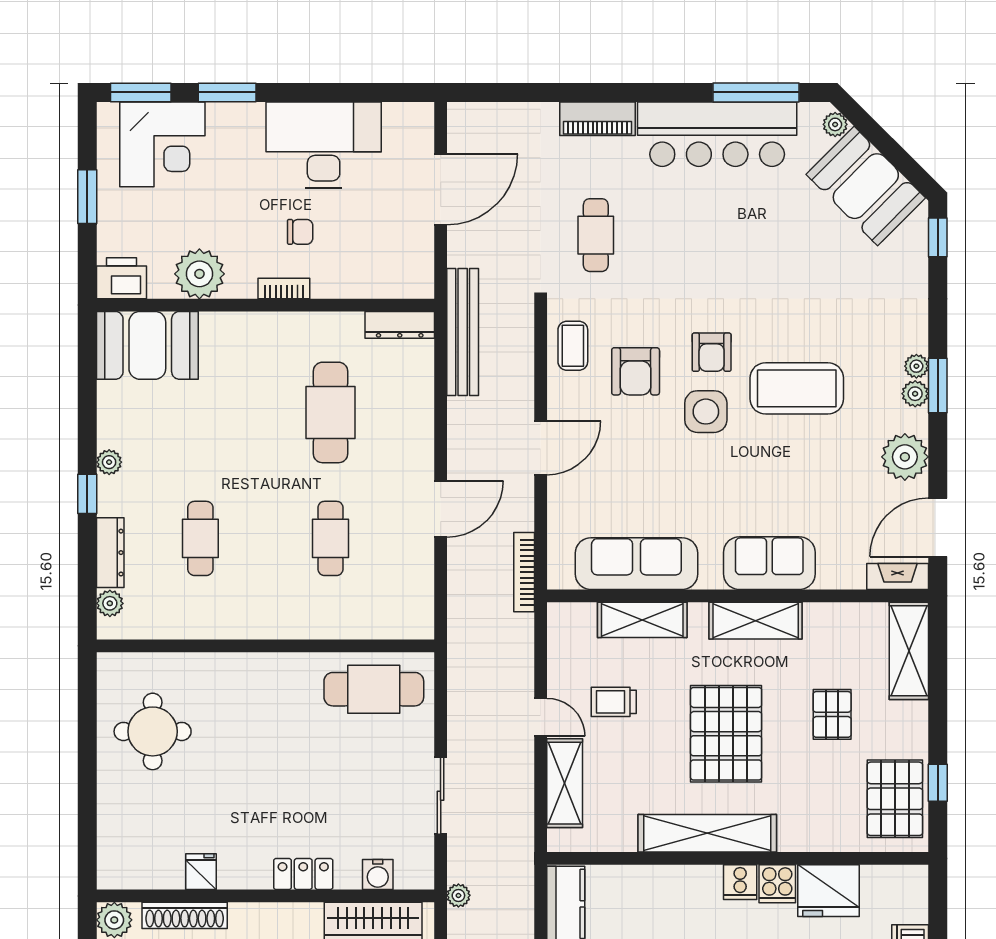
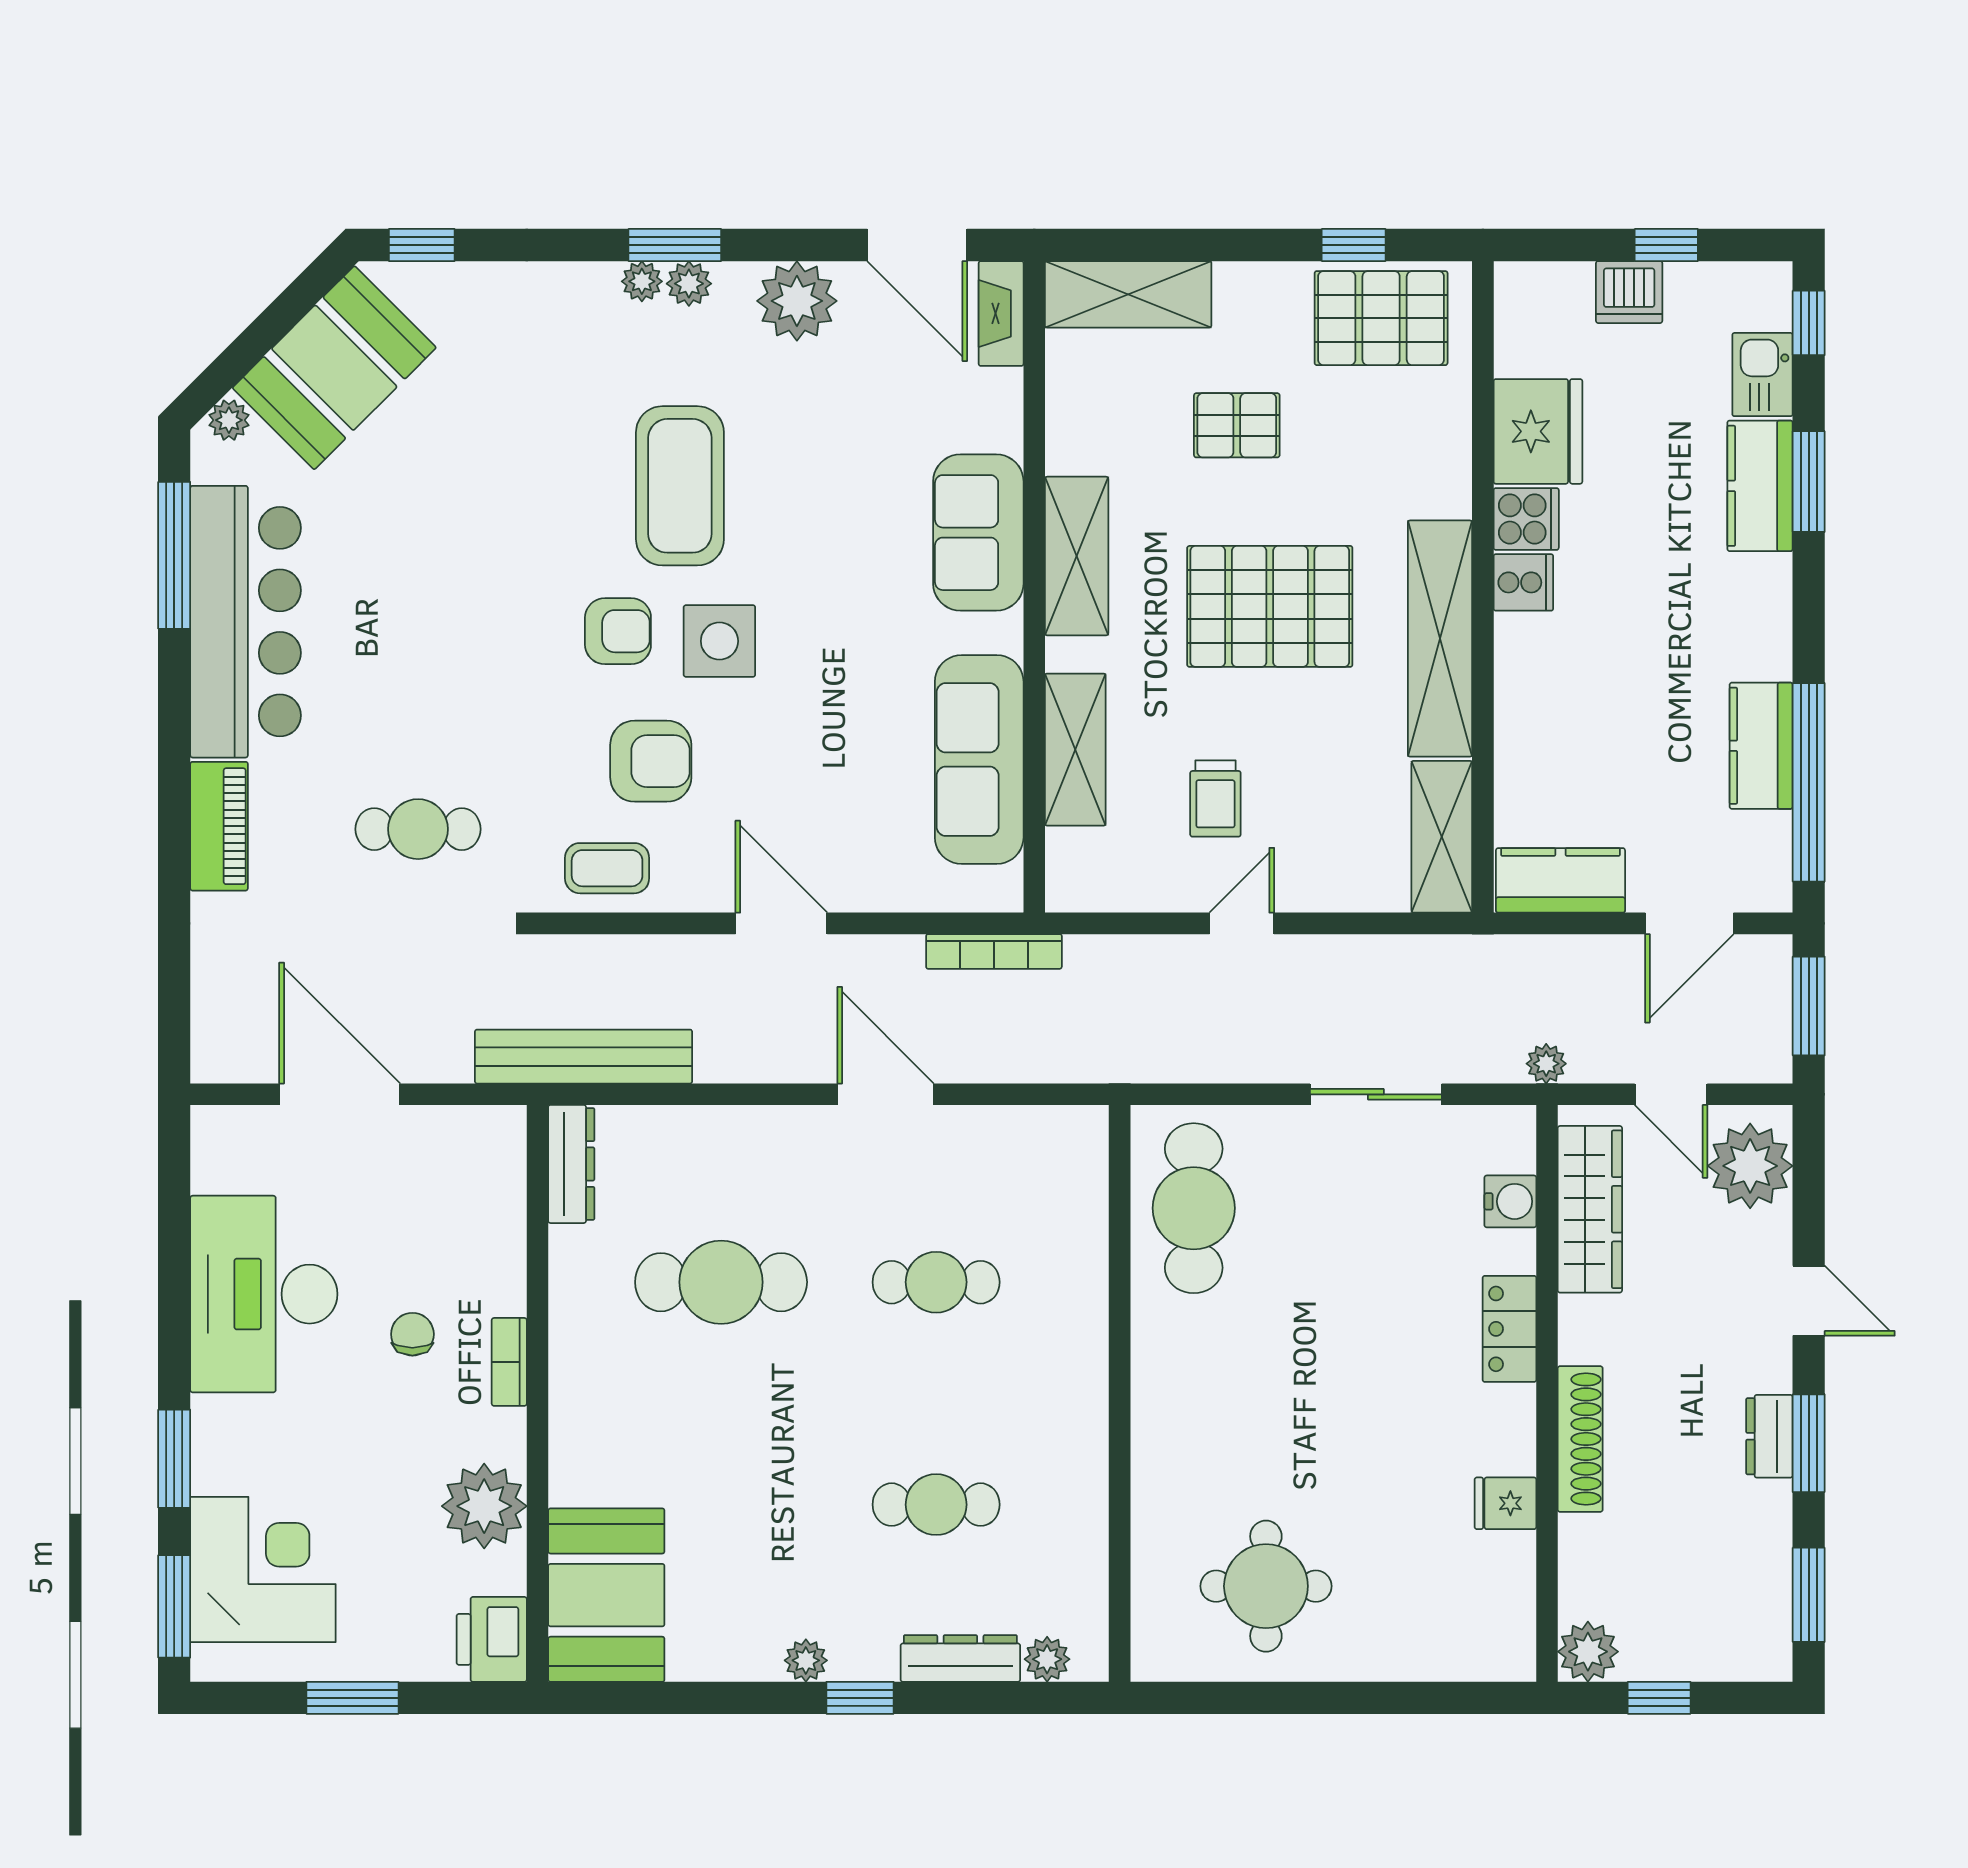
shelving: (565, 783) -> (1442, 837), moved, turned 90
shoe rack: (185, 915) -> (1580, 1439), moved

